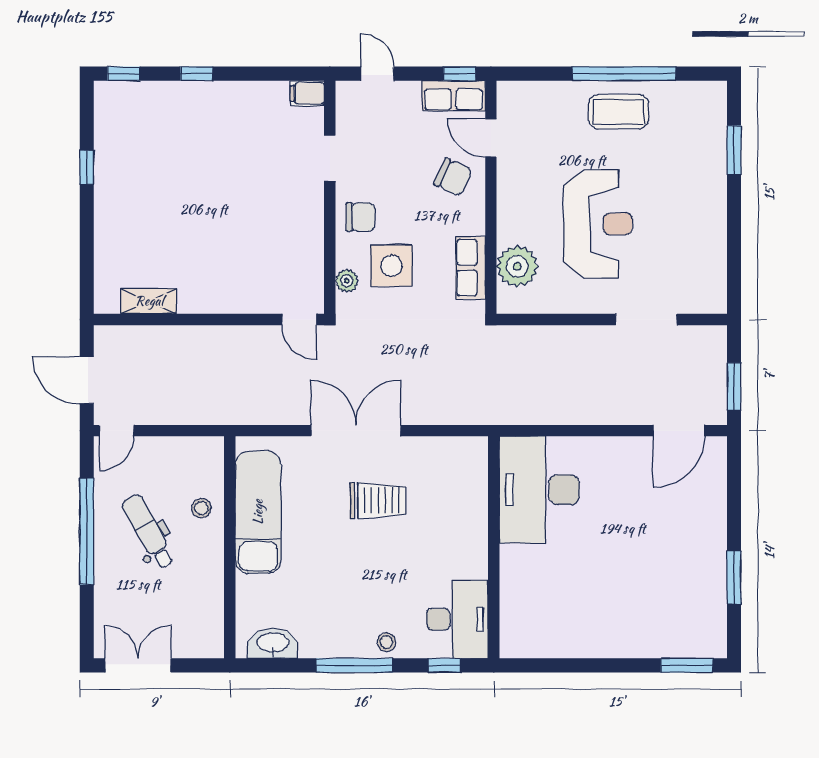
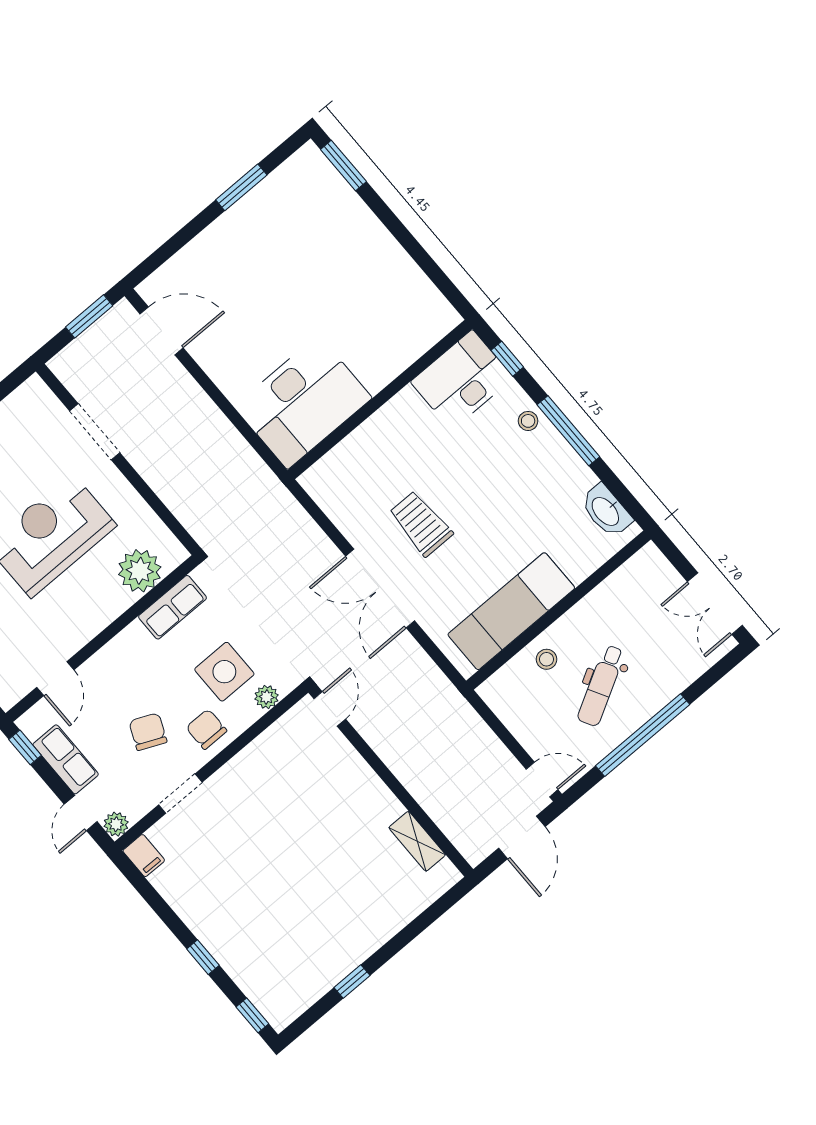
plant: (347, 92) -> (116, 824), added
row of seats: (454, 96) -> (66, 759), moved
chair: (453, 177) -> (148, 732), moved

